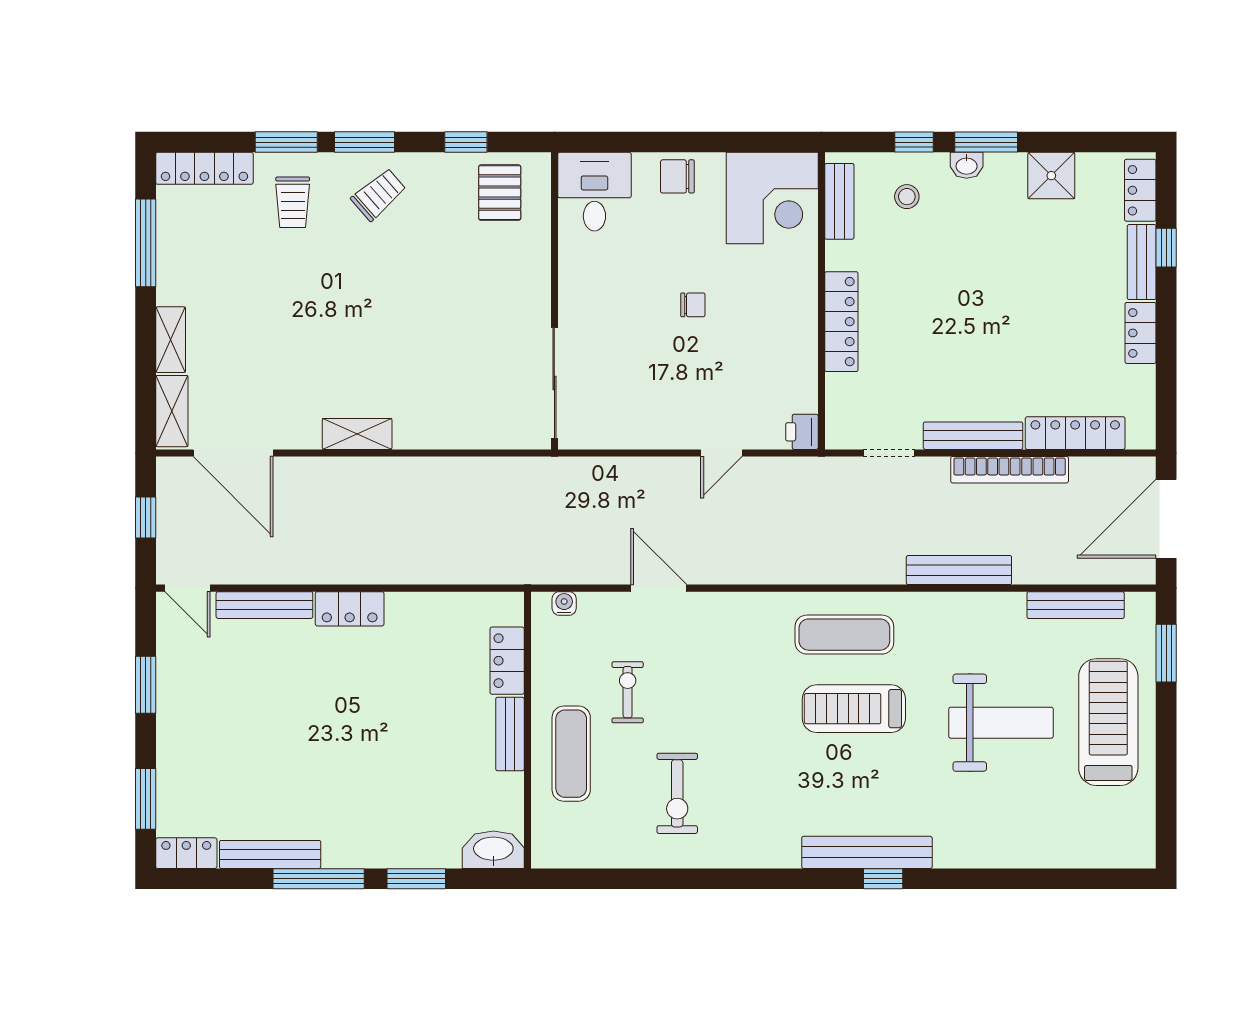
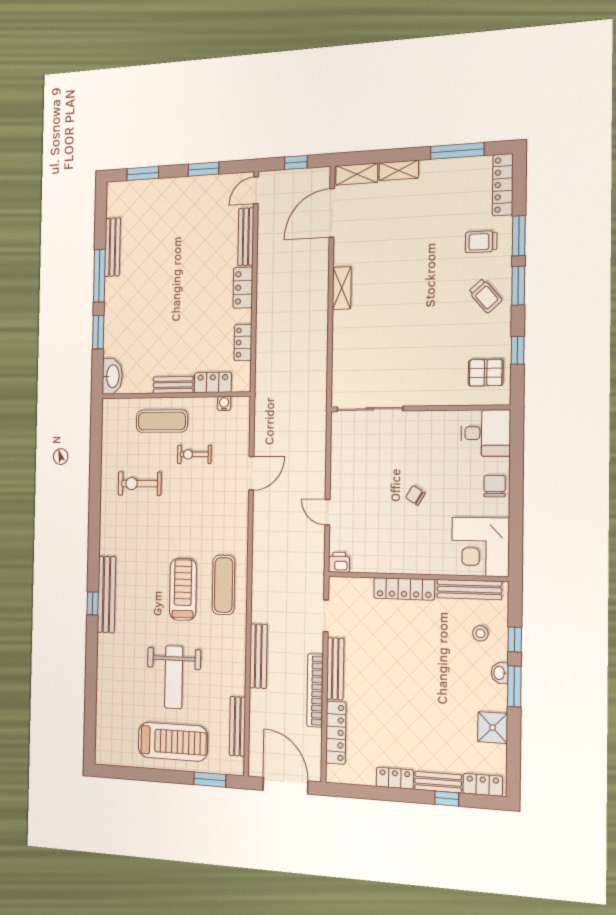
bench: (839, 201) -> (469, 590), width x1.36
chair: (693, 305) -> (415, 495), turned 122
water cooler: (564, 603) -> (224, 404), moved, turned -90
exercise bike: (628, 692) -> (194, 454), turned 180
locker: (186, 853) -> (243, 343), moved, turned 180

